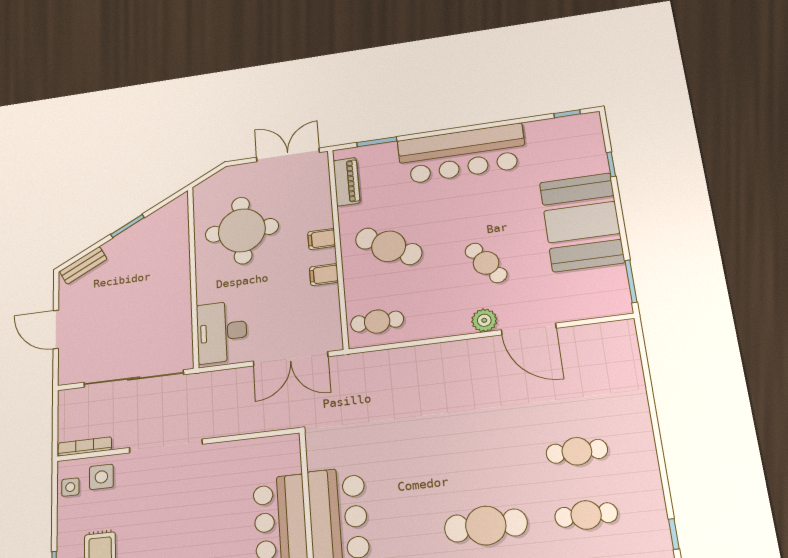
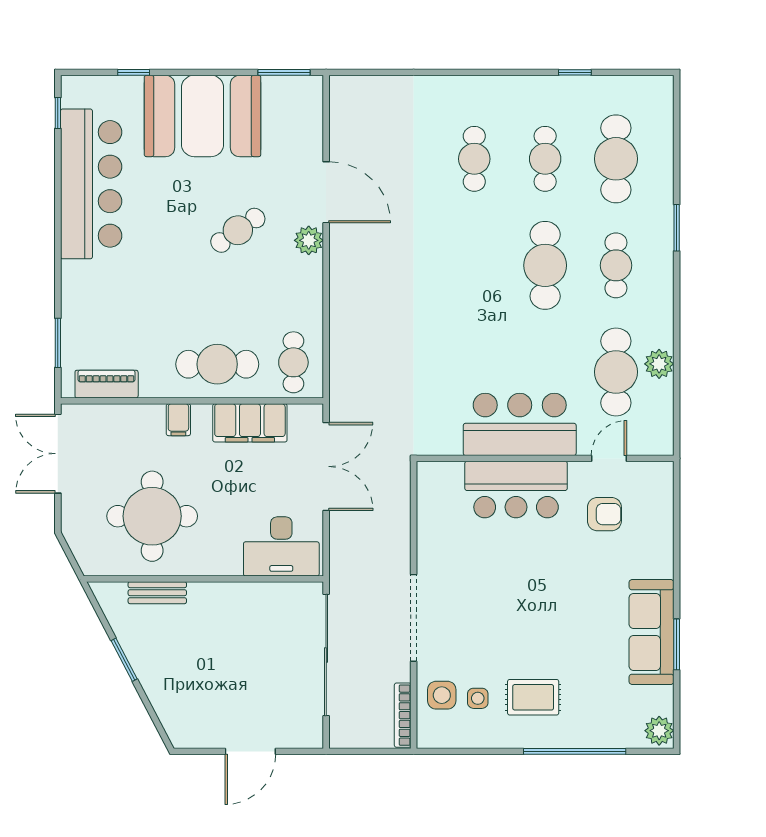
bar counter: (462, 154) -> (91, 184), moved
cafe table: (389, 246) -> (217, 364), moved, turned 61
bench: (83, 265) -> (157, 593), moved, turned -62
filing cabinet: (324, 275) -> (250, 423), width x3.00, depth x1.17
door: (529, 329) -> (326, 192), hinge flipped
side table: (70, 487) -> (478, 698), moved

